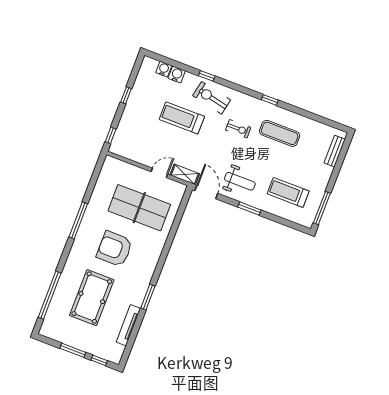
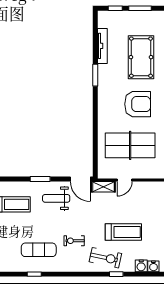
window: (270, 100) -> (34, 274), moved

